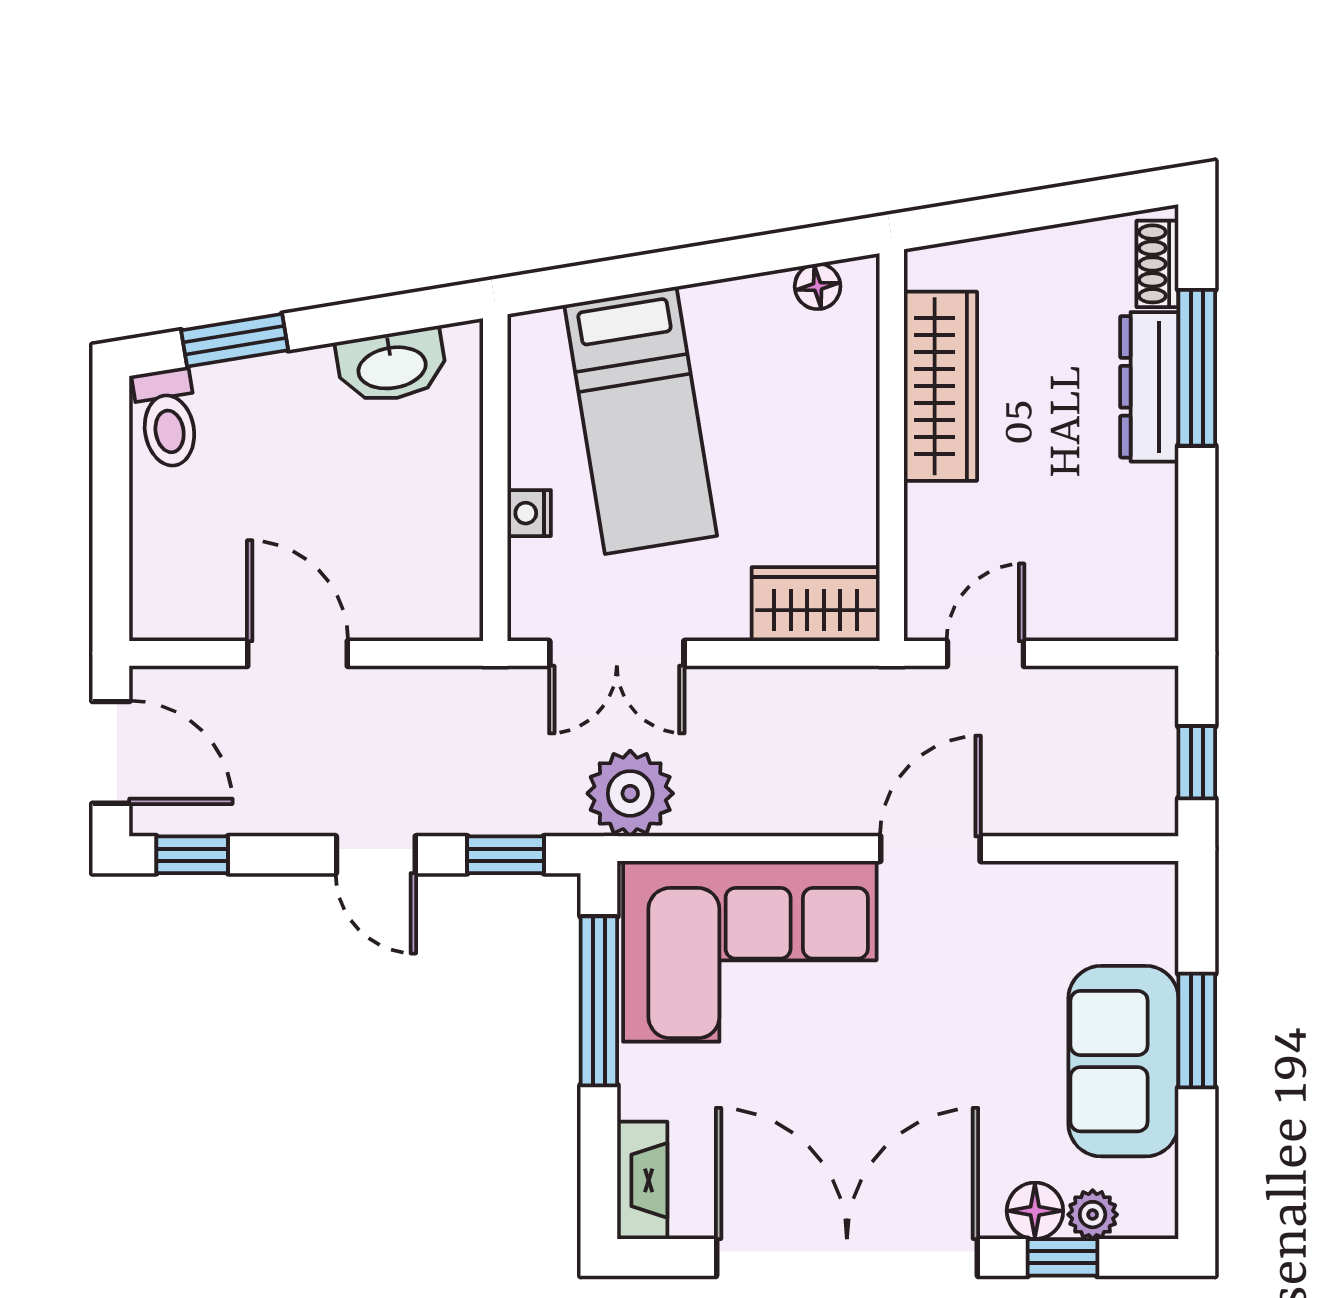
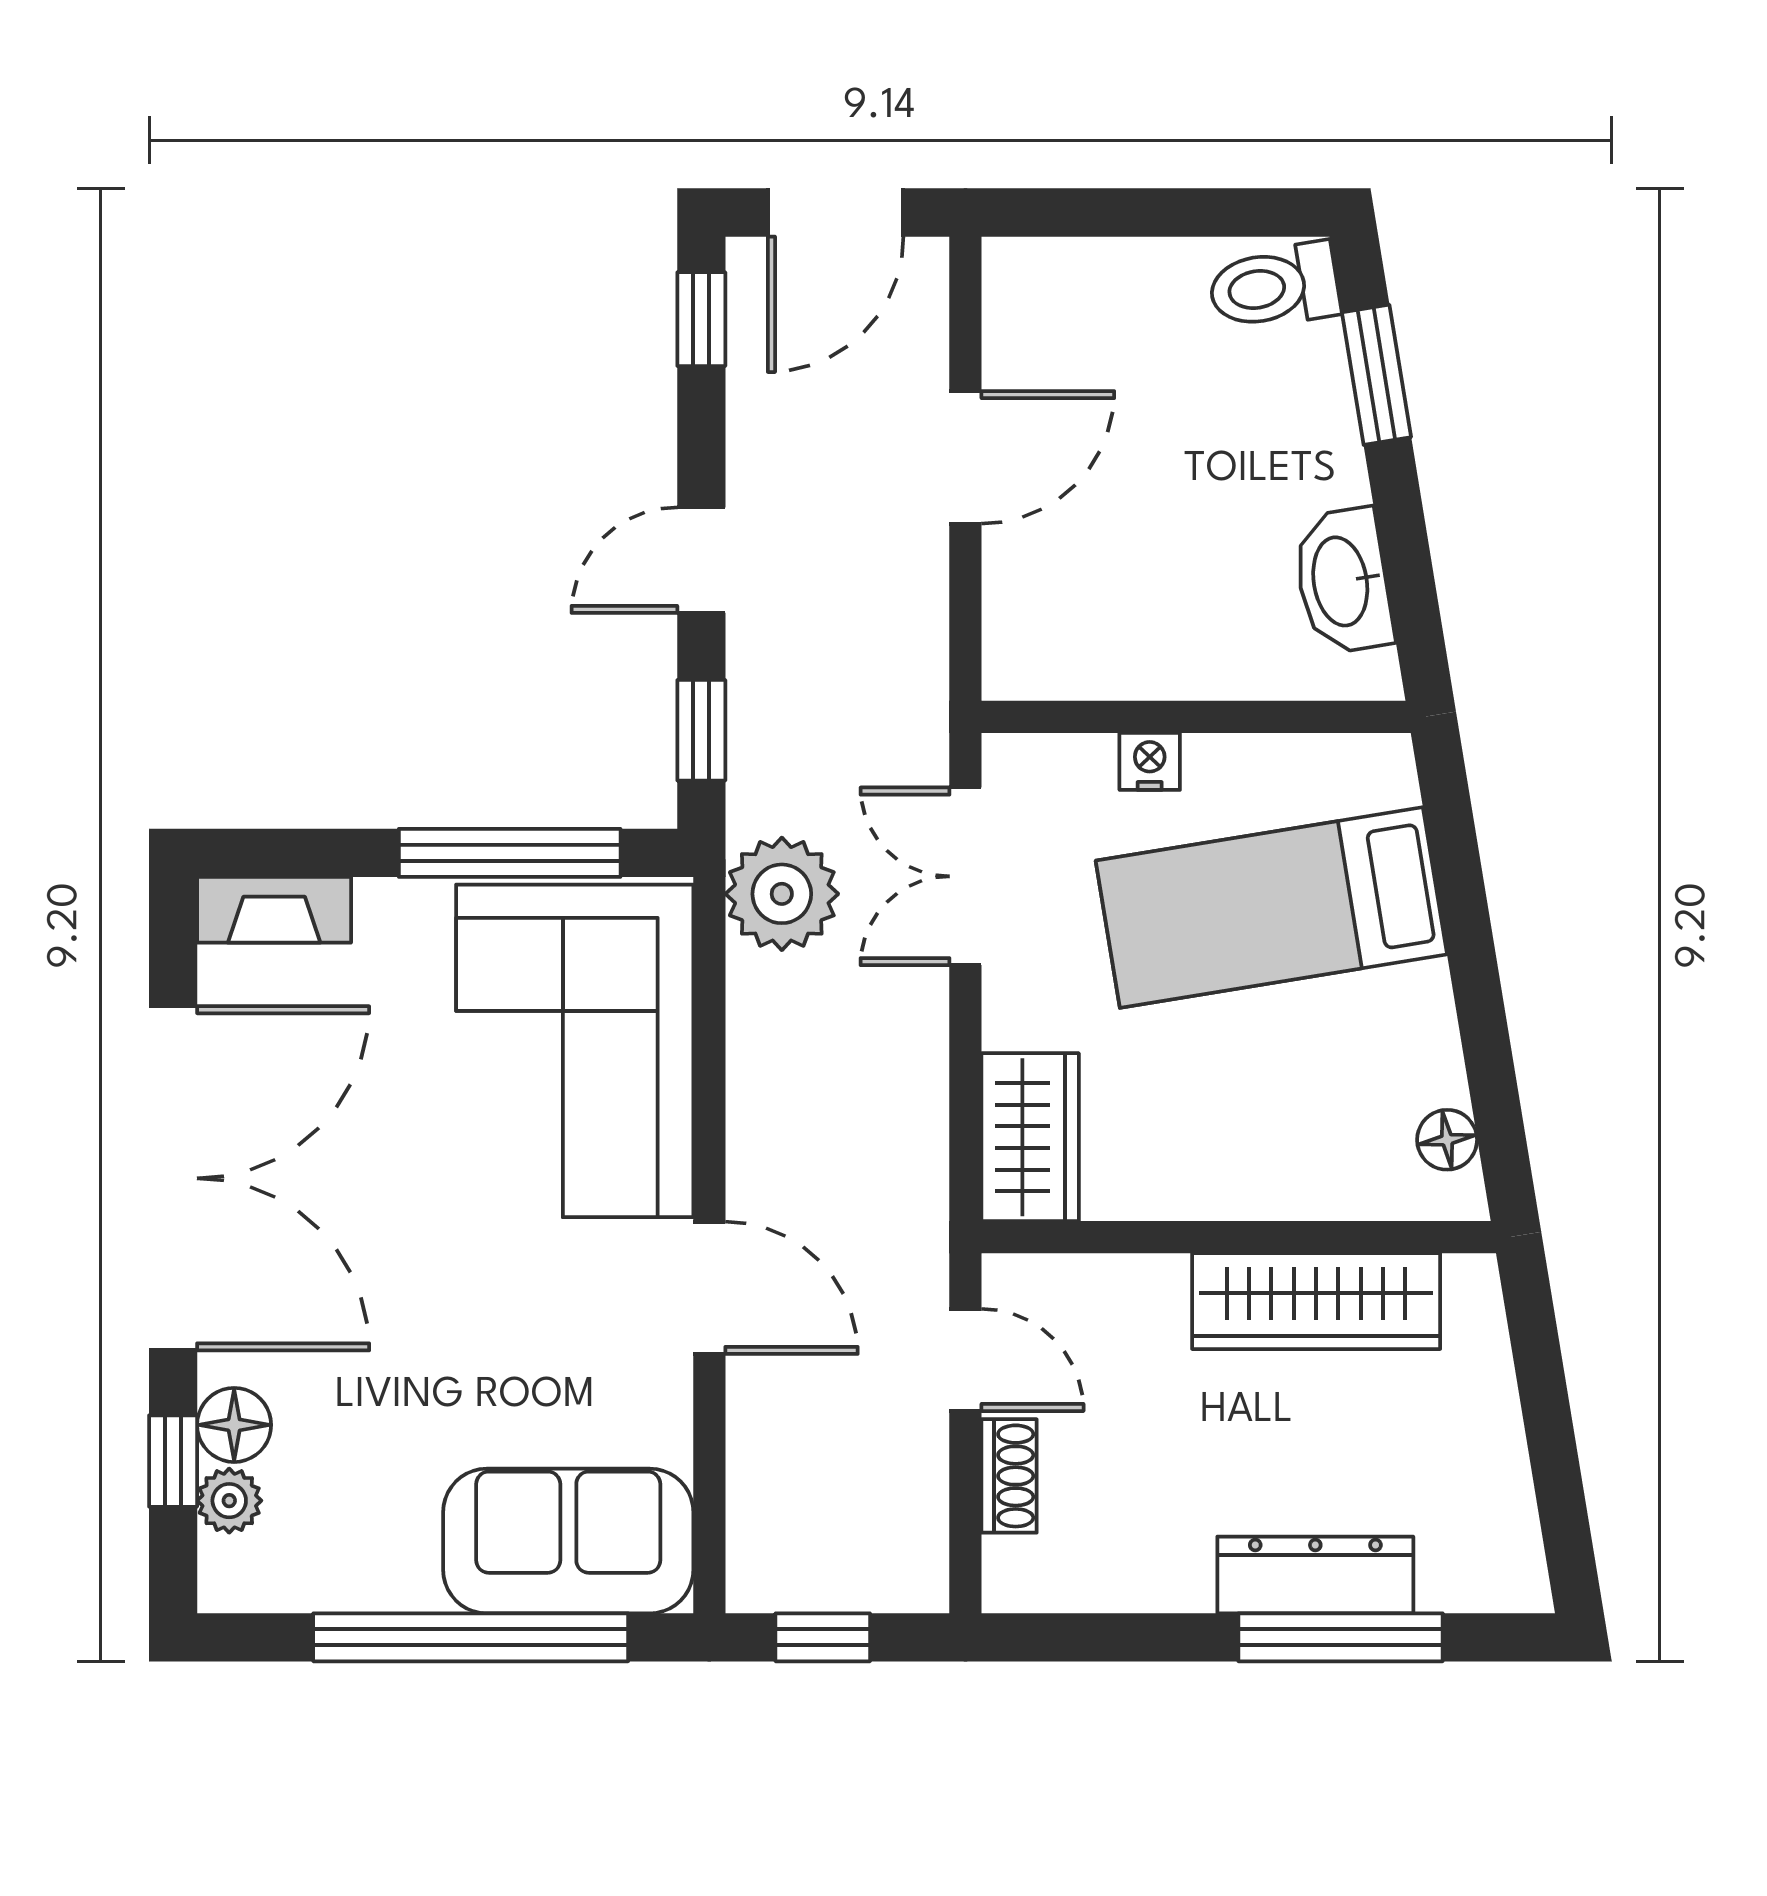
shoe rack: (1157, 264) -> (1009, 1476), moved, turned 90
window: (1197, 1031) -> (471, 1637), width x2.11
sofa: (1123, 1061) -> (568, 1541), moved

